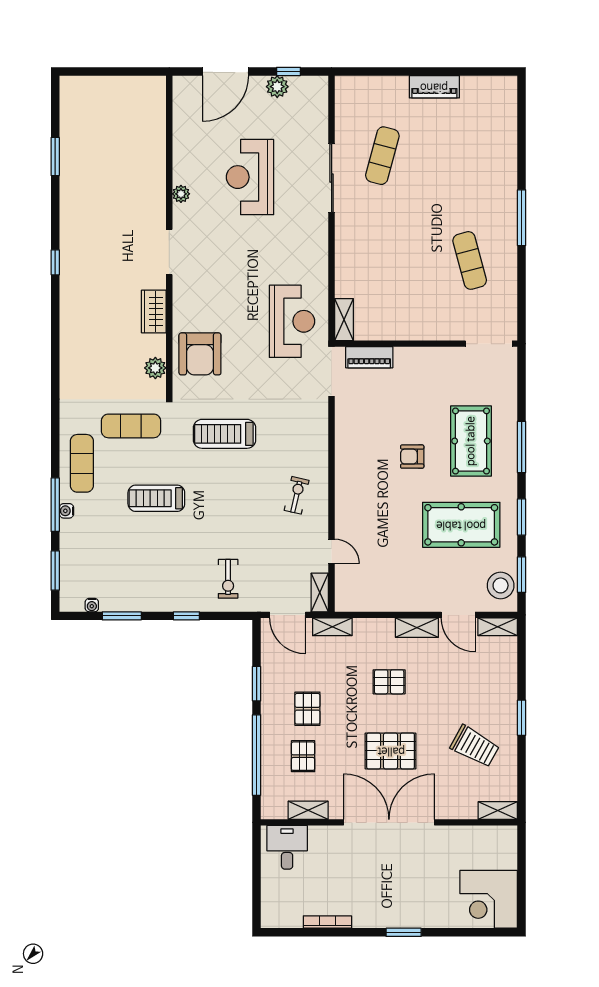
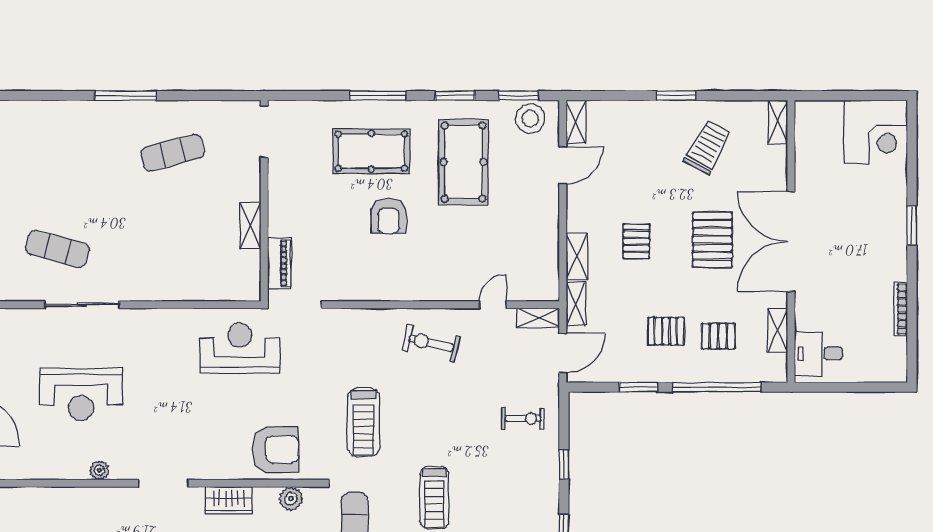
shelving: (344, 320) -> (250, 226), moved, turned 90
armchair: (412, 457) -> (388, 216), width x1.38, depth x1.38
exercise bike: (297, 495) -> (431, 343), width x1.38, depth x1.39
shelving: (417, 628) -> (577, 257), moved

